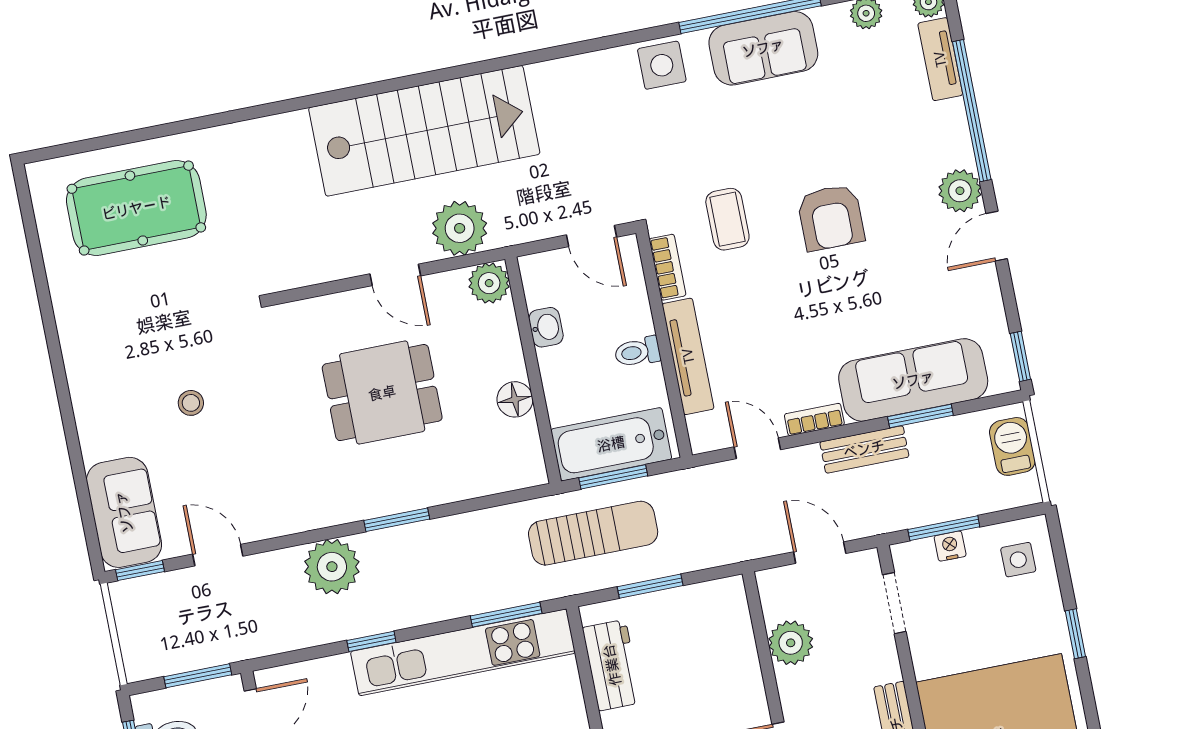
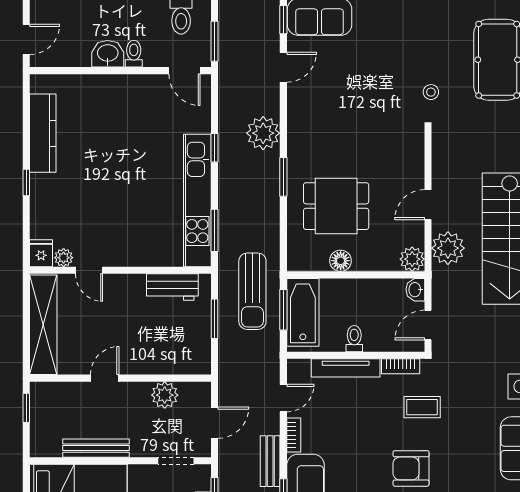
washbasin: (546, 327) -> (415, 290), moved, turned 90
dining table: (382, 393) -> (336, 206), moved, turned 90
stool: (191, 403) -> (431, 92), moved

